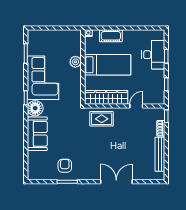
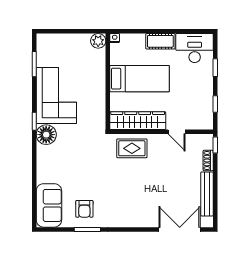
cot: (111, 36) -> (160, 41), moved
desk: (153, 55) -> (195, 48), moved, turned -90
plant: (75, 62) -> (98, 41), moved
door: (136, 106) -> (177, 132), swing flipped
sofa: (37, 134) -> (49, 205), moved
armchair: (65, 166) -> (84, 209), turned 180
double door: (116, 182) -> (180, 229), moved

